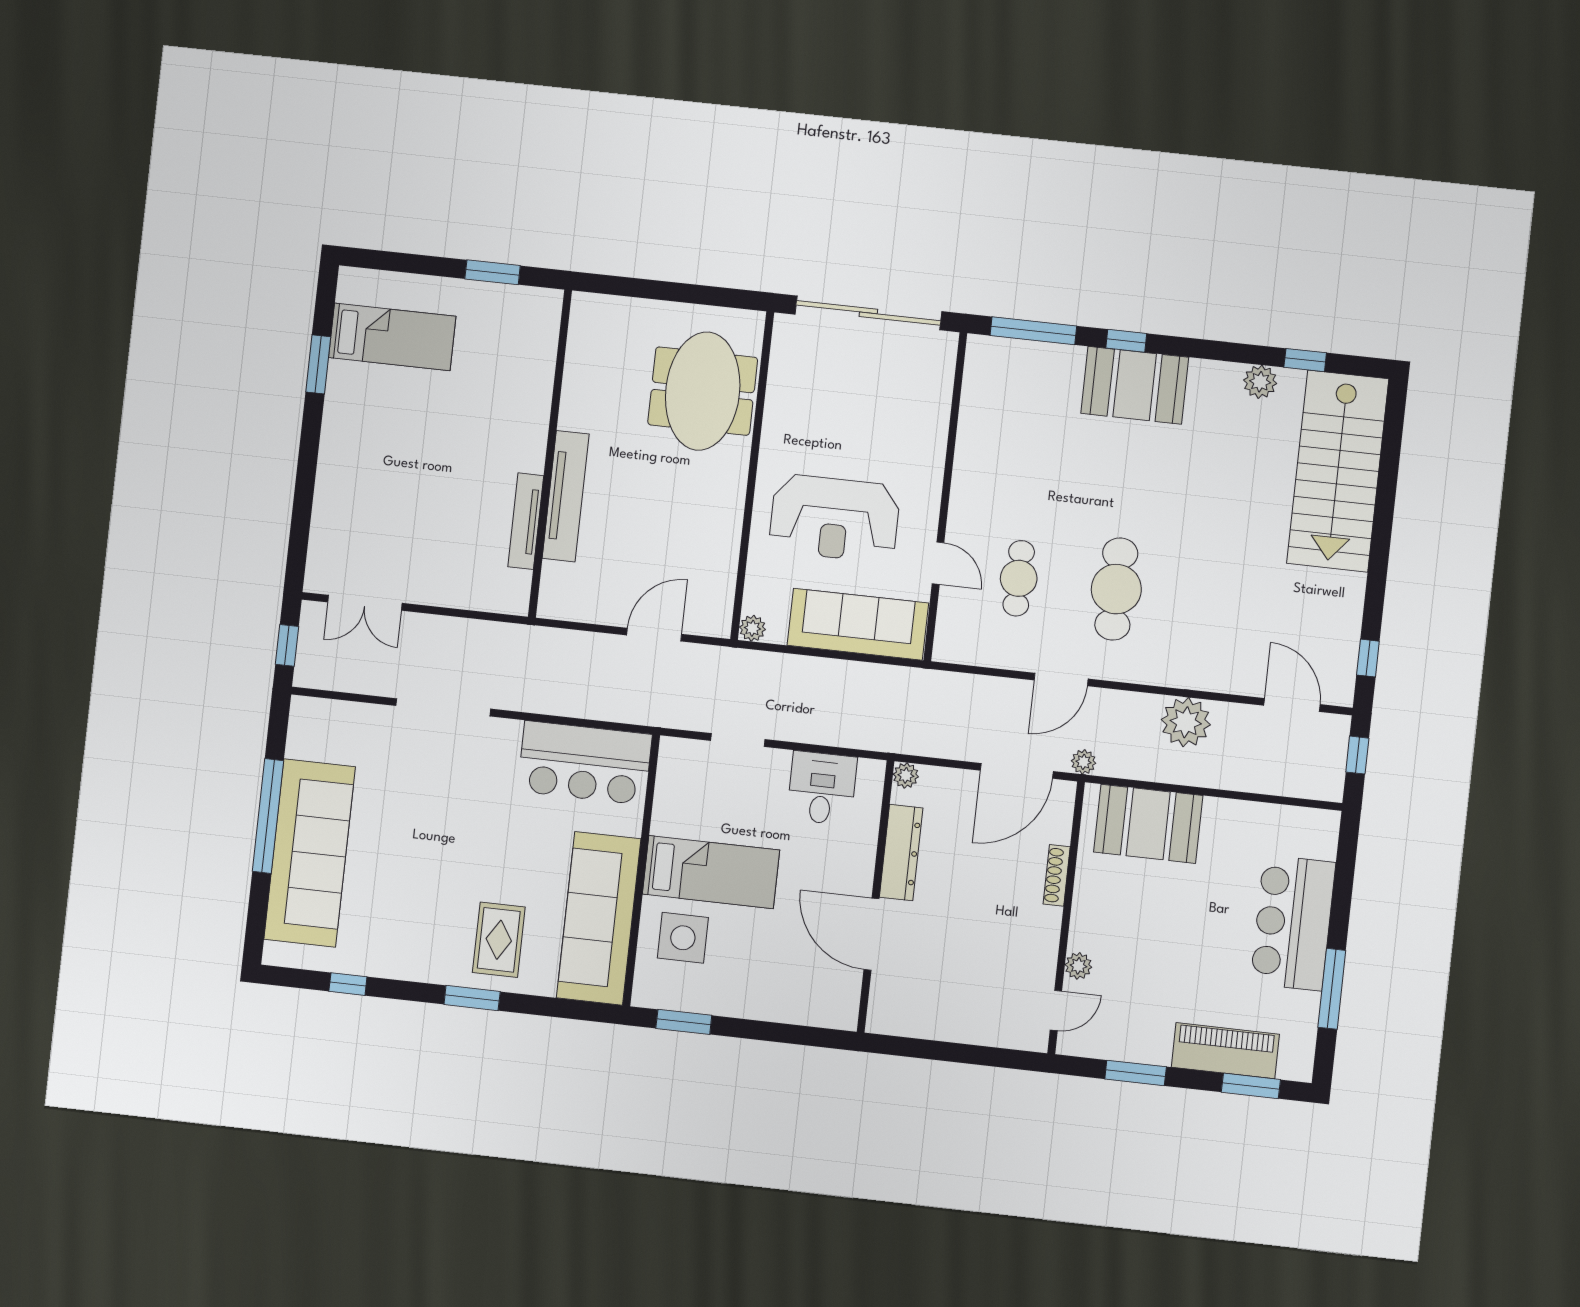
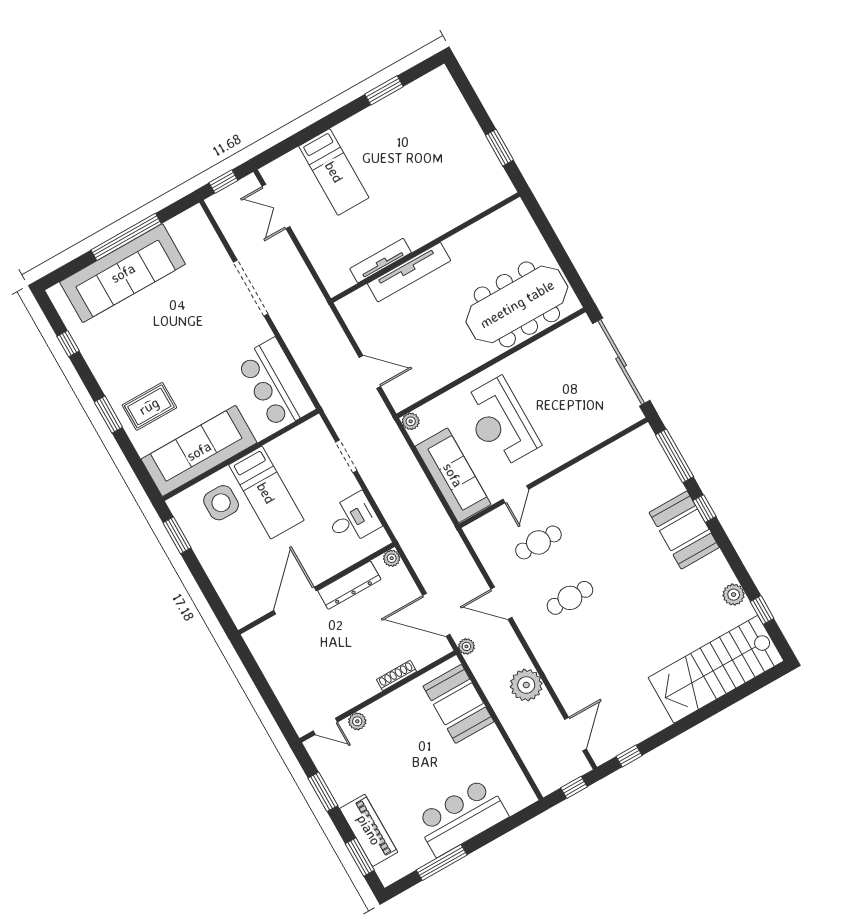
bed: (392, 337) -> (334, 172), moved
meeting table: (703, 391) -> (517, 304), width x1.36
cafe table: (1116, 589) -> (570, 598), width x0.73, depth x0.74

